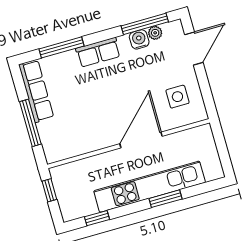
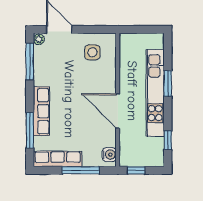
plant: (155, 33) -> (39, 39), moved
water cooler: (139, 39) -> (109, 155), moved, turned 180
row of seats: (98, 52) -> (41, 111), width x1.48
door: (141, 140) -> (118, 111), moved

